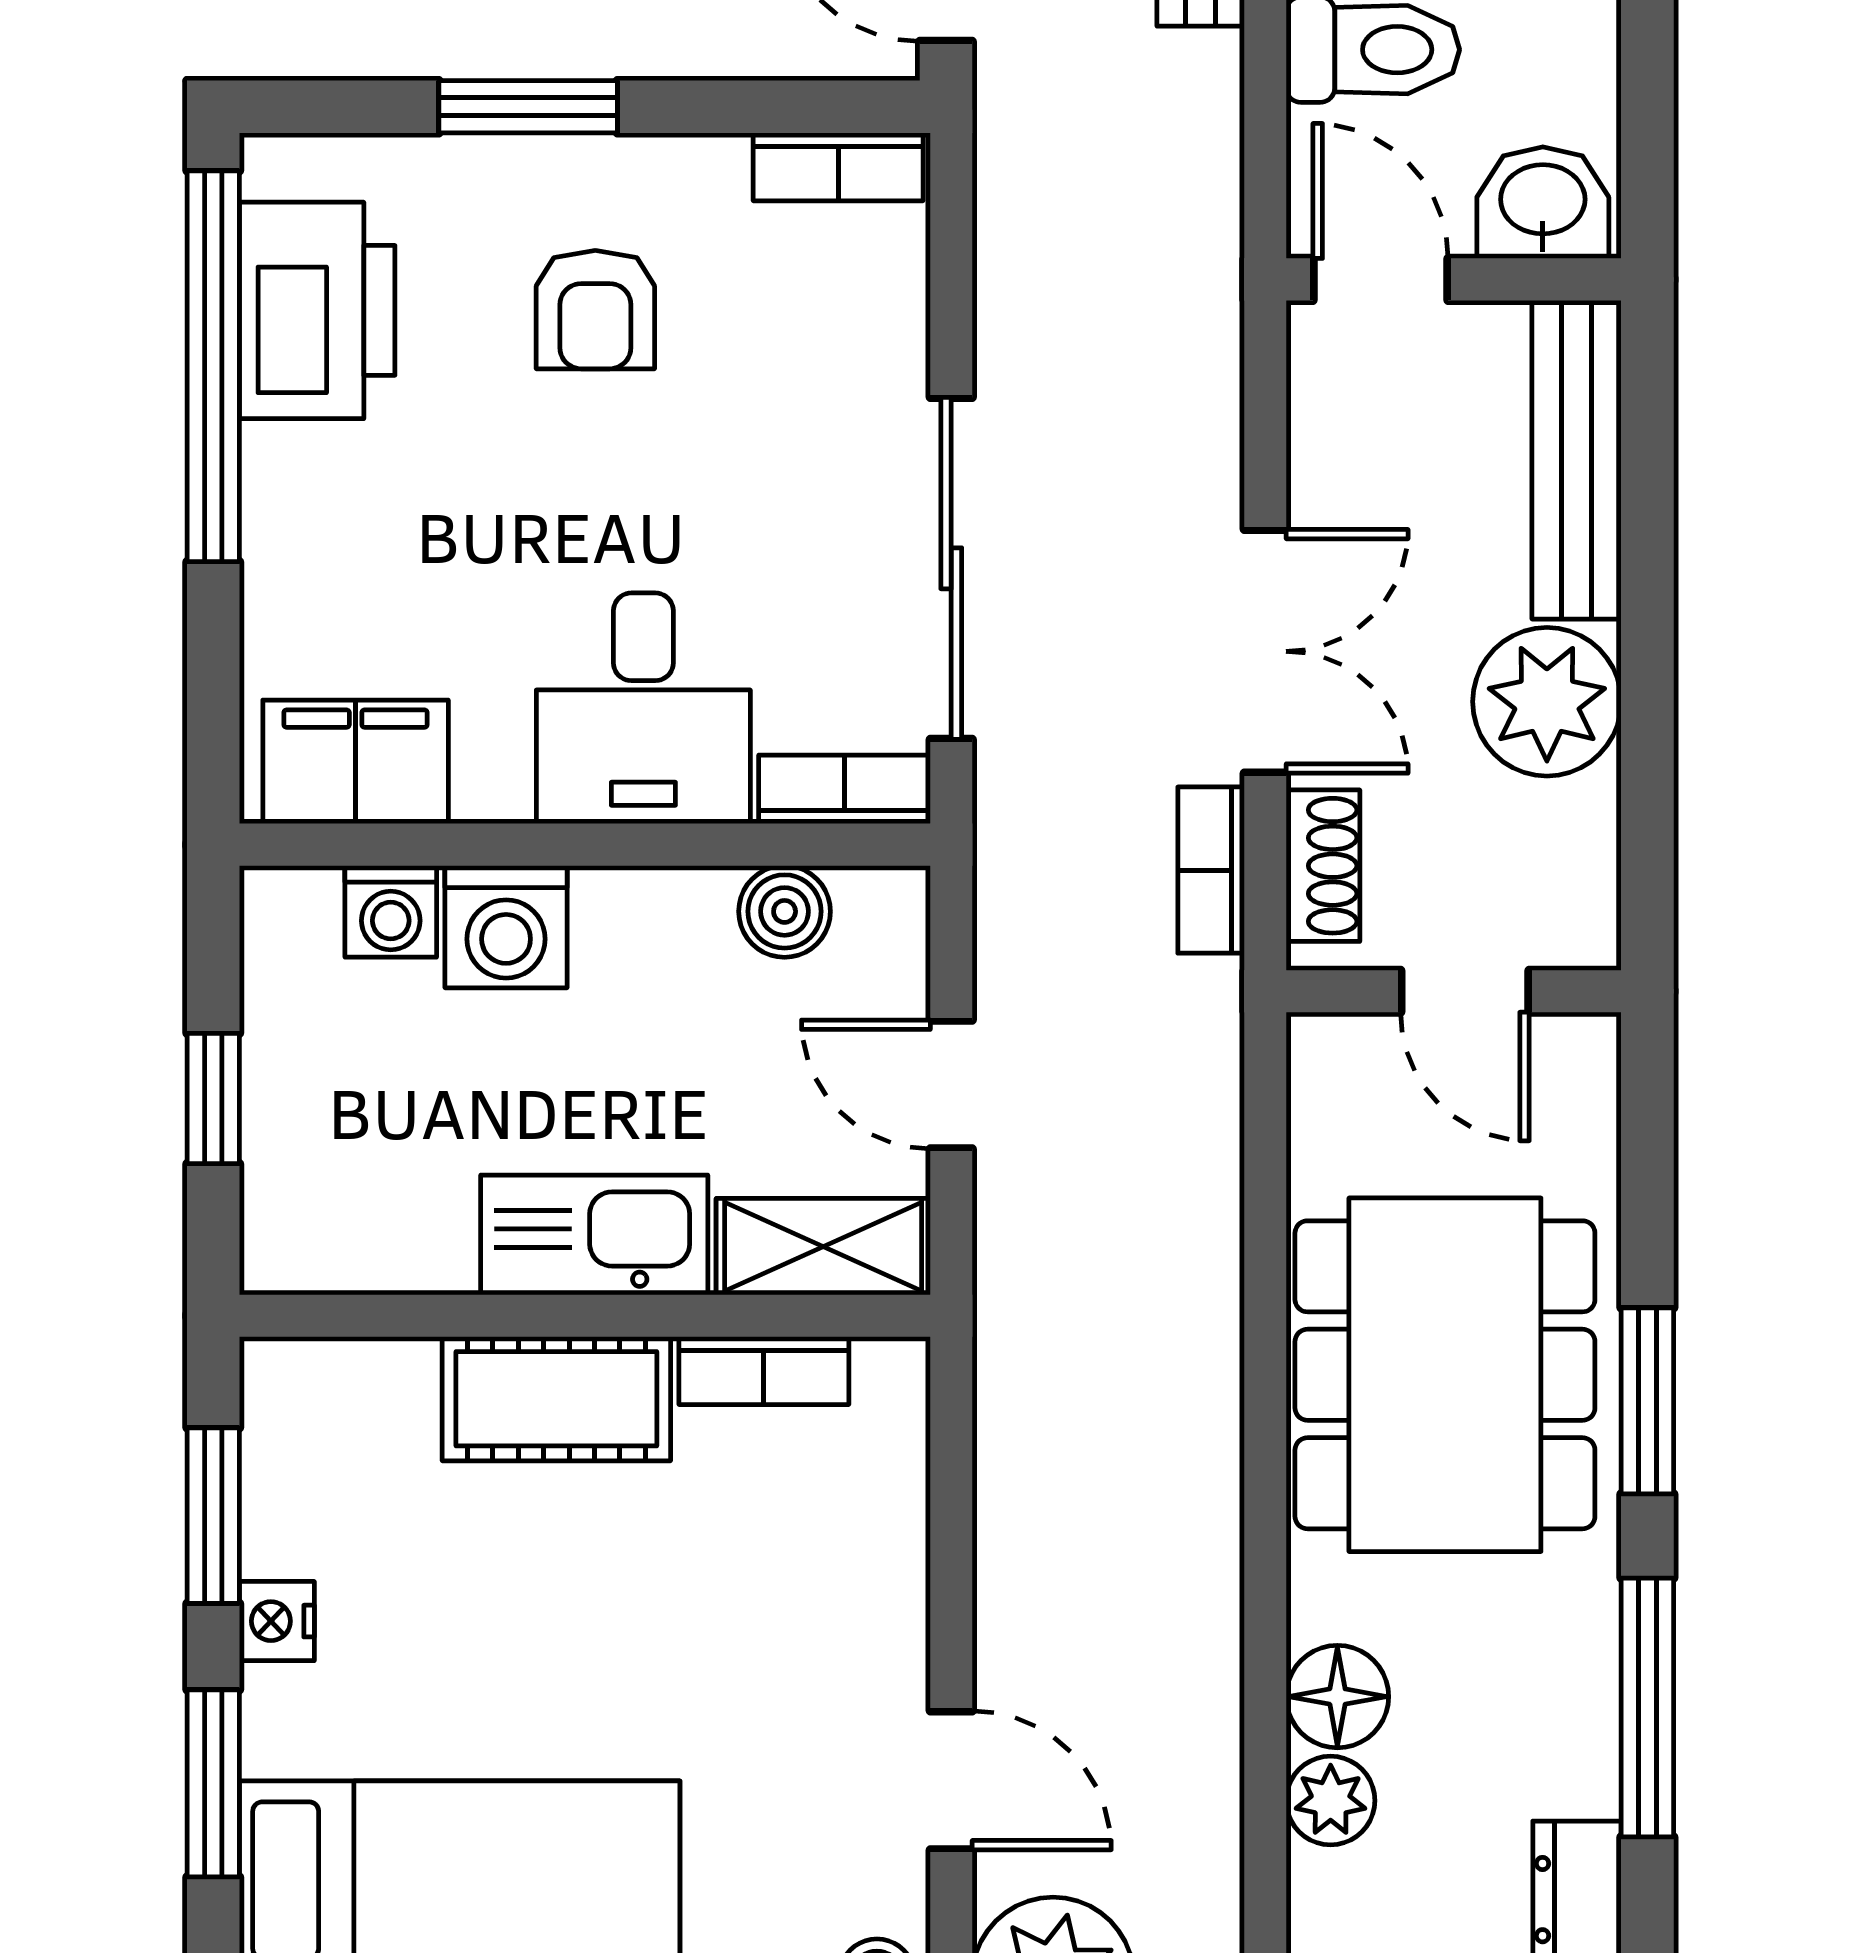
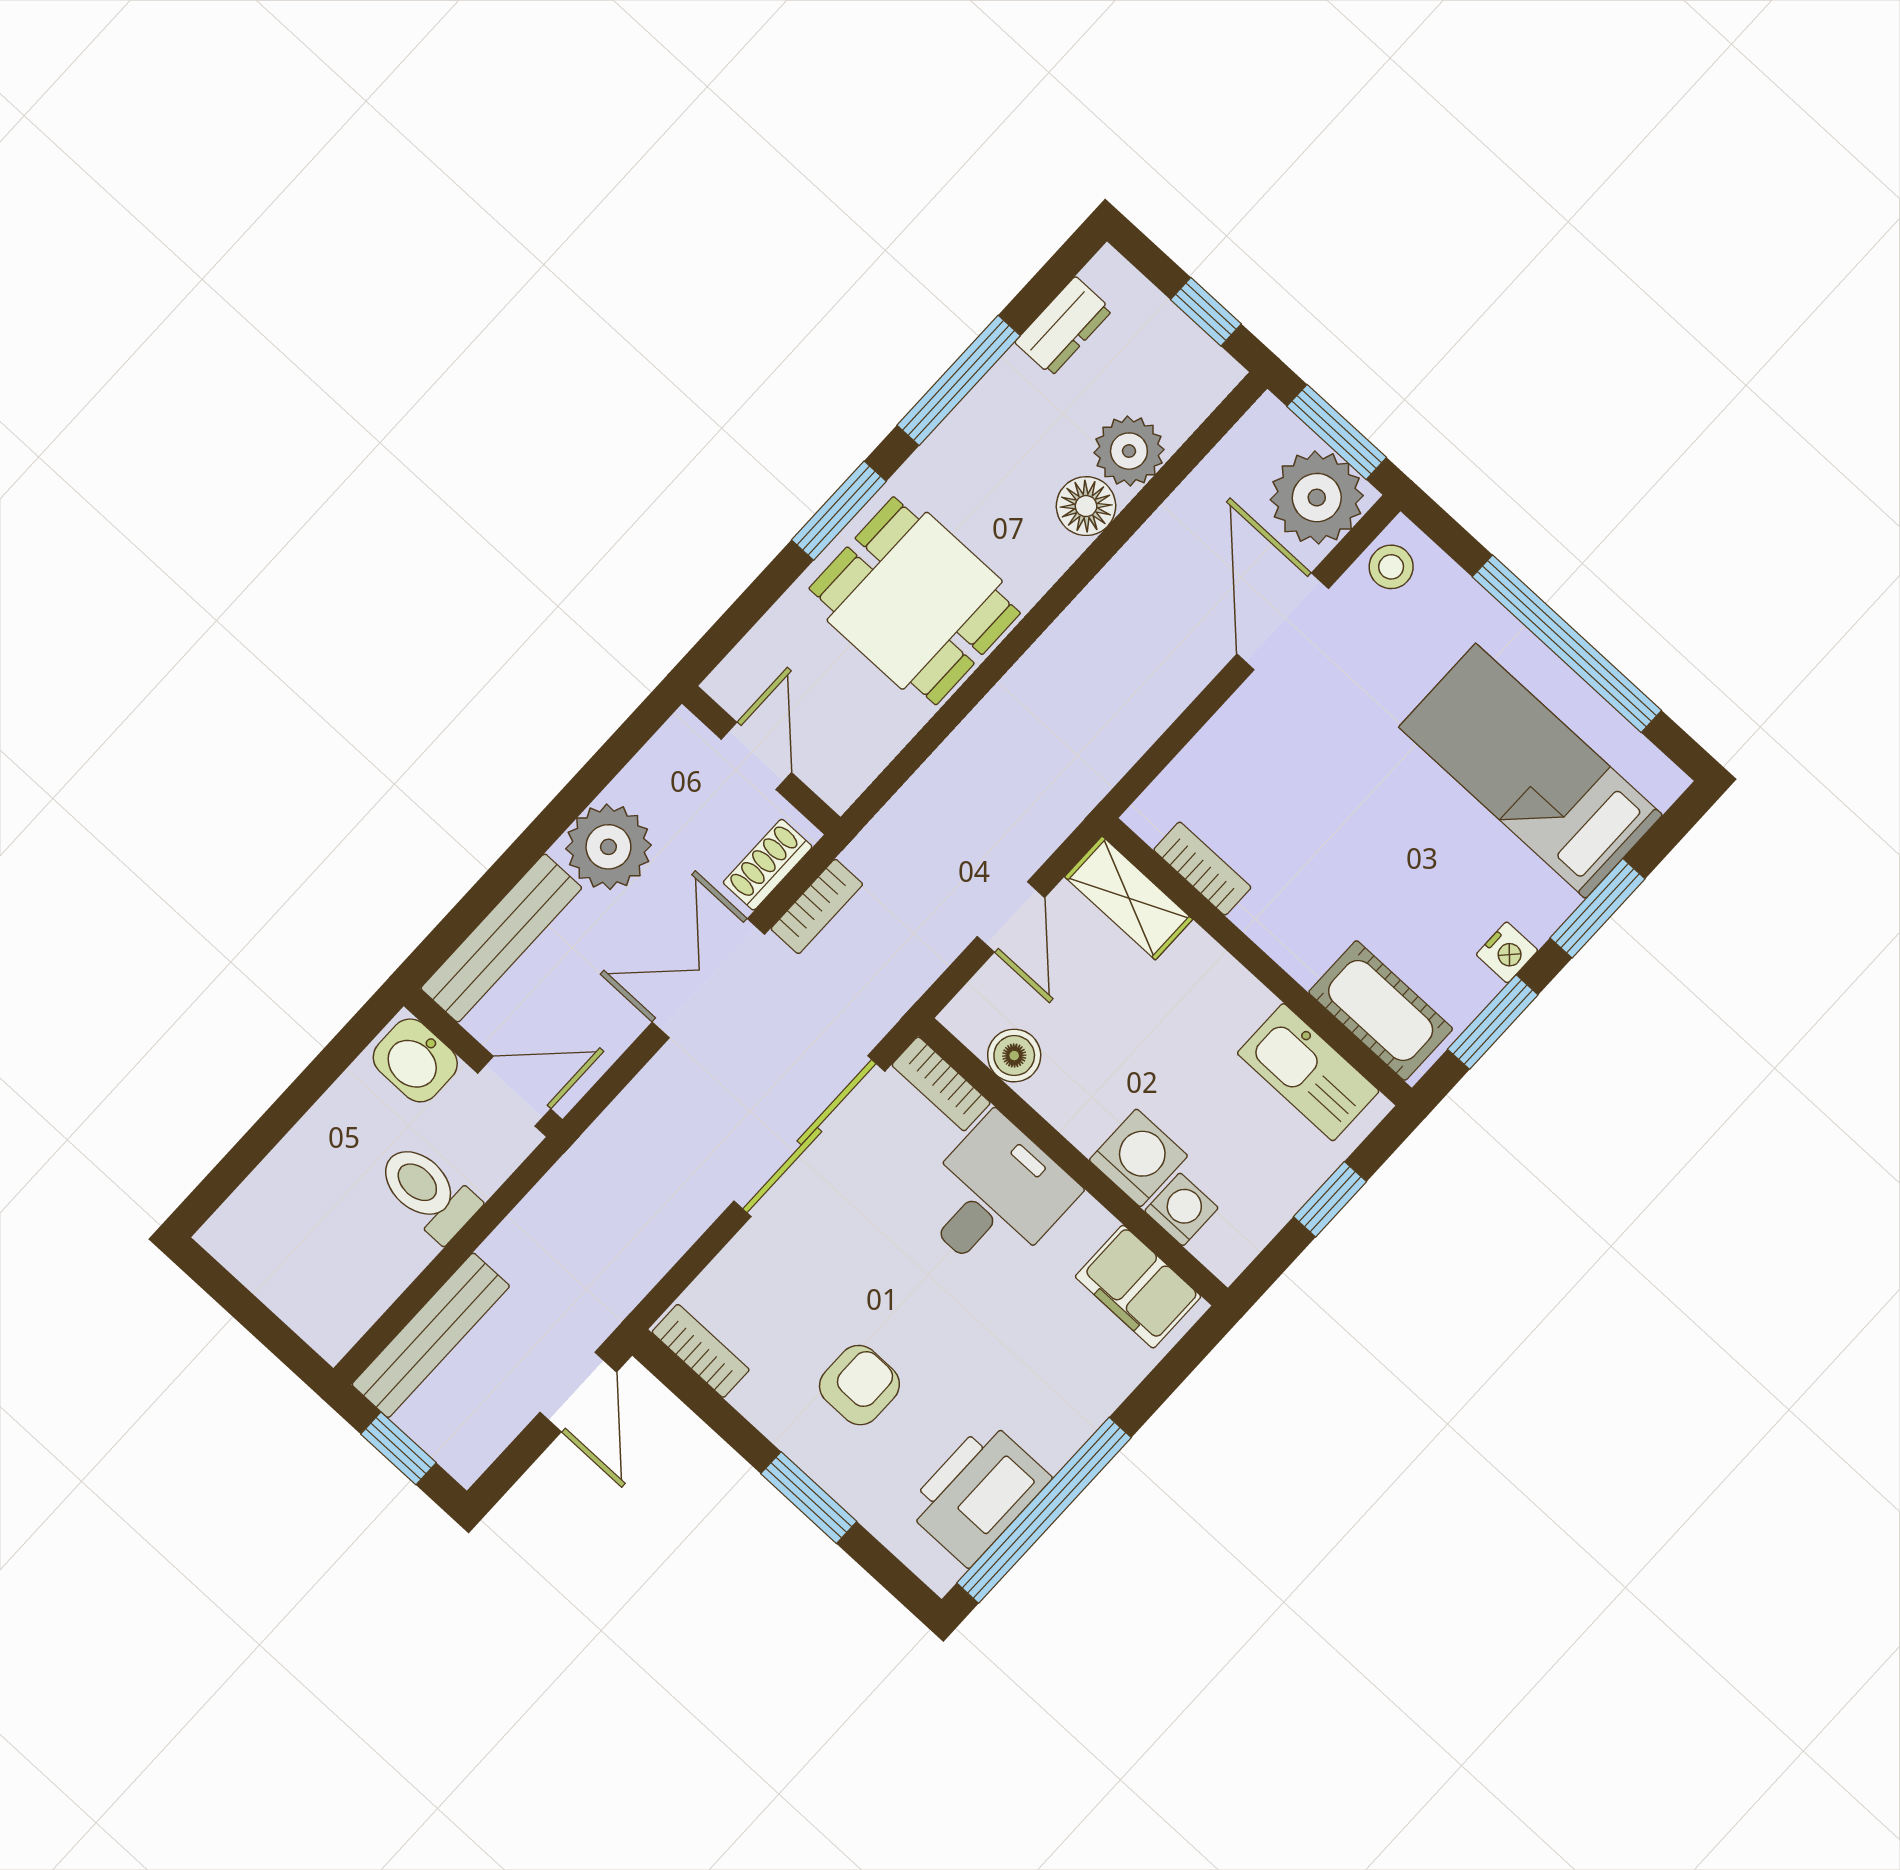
door: (1381, 279) -> (514, 1091), swing flipped
kitchen sink: (594, 1235) -> (1308, 1072), moved
dining table: (1445, 1375) -> (915, 601), width x0.73
cot: (556, 1399) -> (1381, 1010), moved
door: (951, 1780) -> (1283, 621), width x1.38
plant: (1331, 1801) -> (1129, 451), width x1.38, depth x1.38

